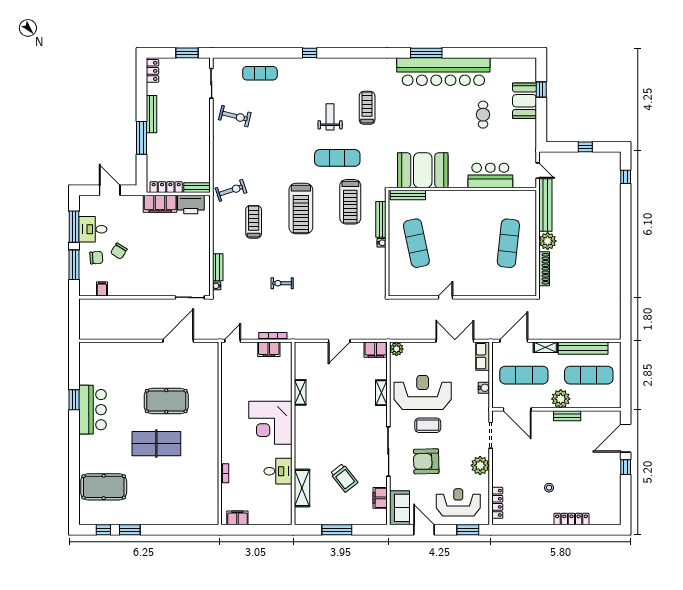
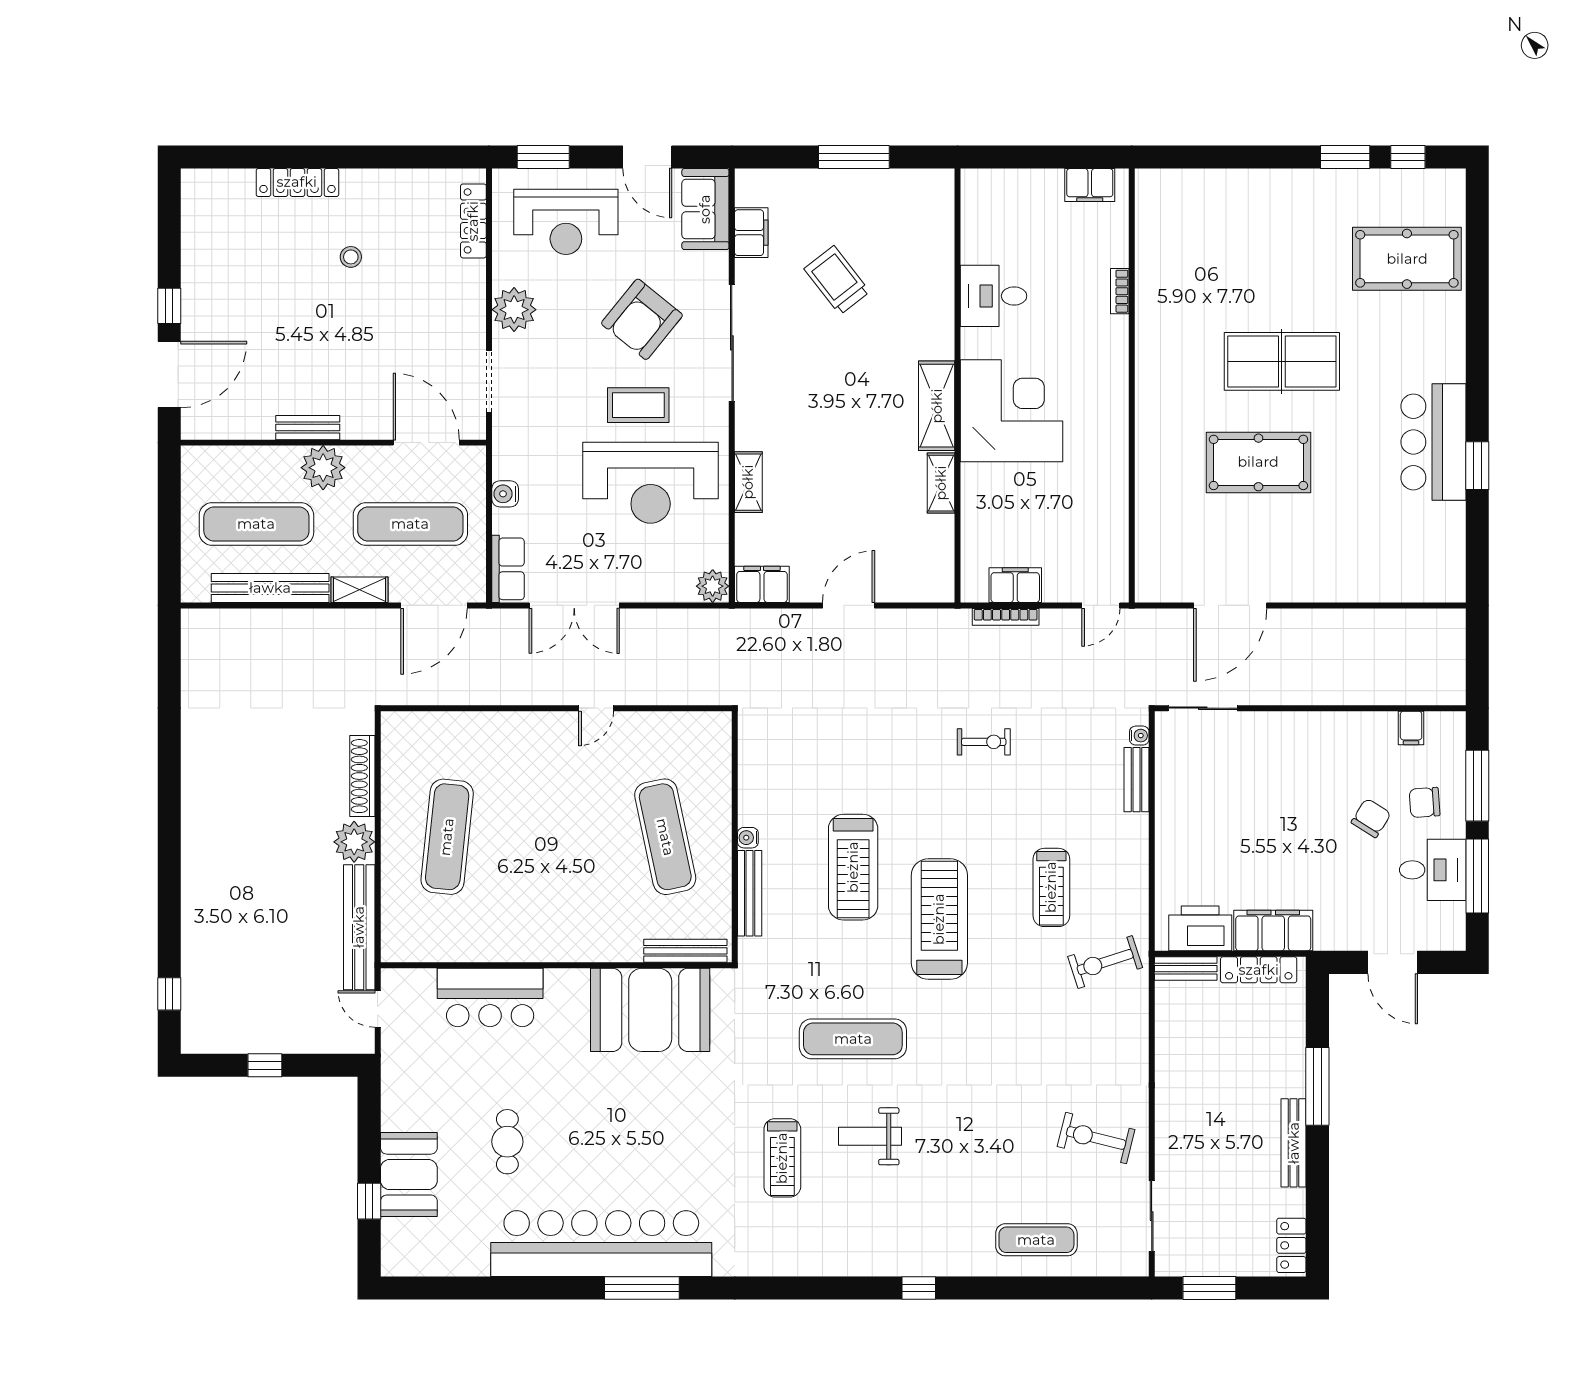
weight bench: (330, 117) -> (870, 1136), turned 90
treadmill: (350, 202) -> (853, 867), moved, turned 180
armchair: (426, 461) -> (642, 319), turned 130
shelving: (302, 488) -> (937, 406), moved

